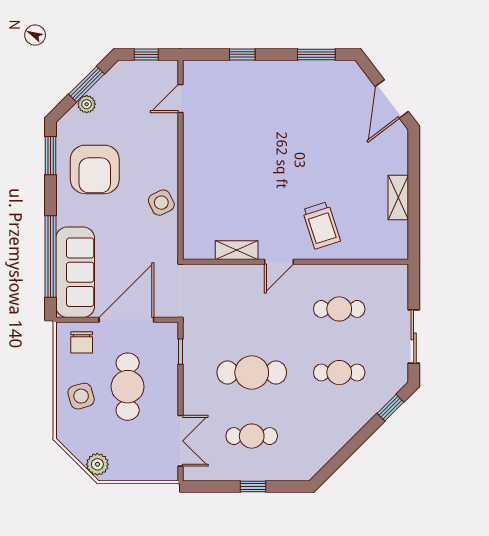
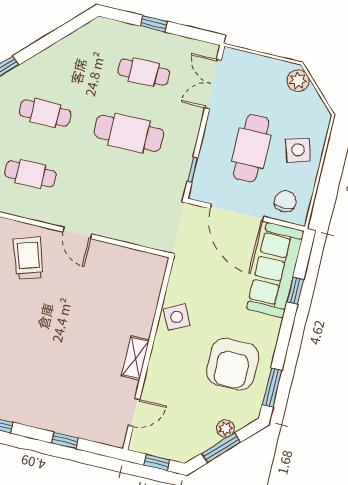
armchair: (95, 169) -> (233, 364), turned 180
shelving: (237, 250) -> (135, 358), moved, turned 90
window: (50, 256) -> (295, 291), width x0.32
door: (279, 262) -> (77, 233), swing flipped
door: (126, 320) -> (237, 213), hinge flipped

